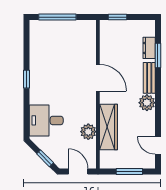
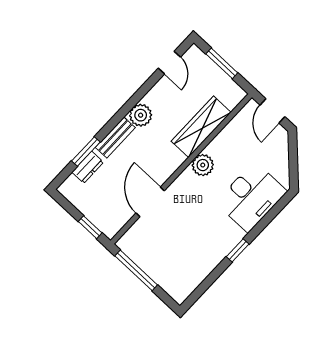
window: (57, 17) -> (136, 270), moved
door: (98, 78) -> (150, 202), moved
desk: (46, 120) -> (251, 197), width x1.37
plant: (88, 132) -> (203, 165), moved
window: (45, 158) -> (293, 155), removed

